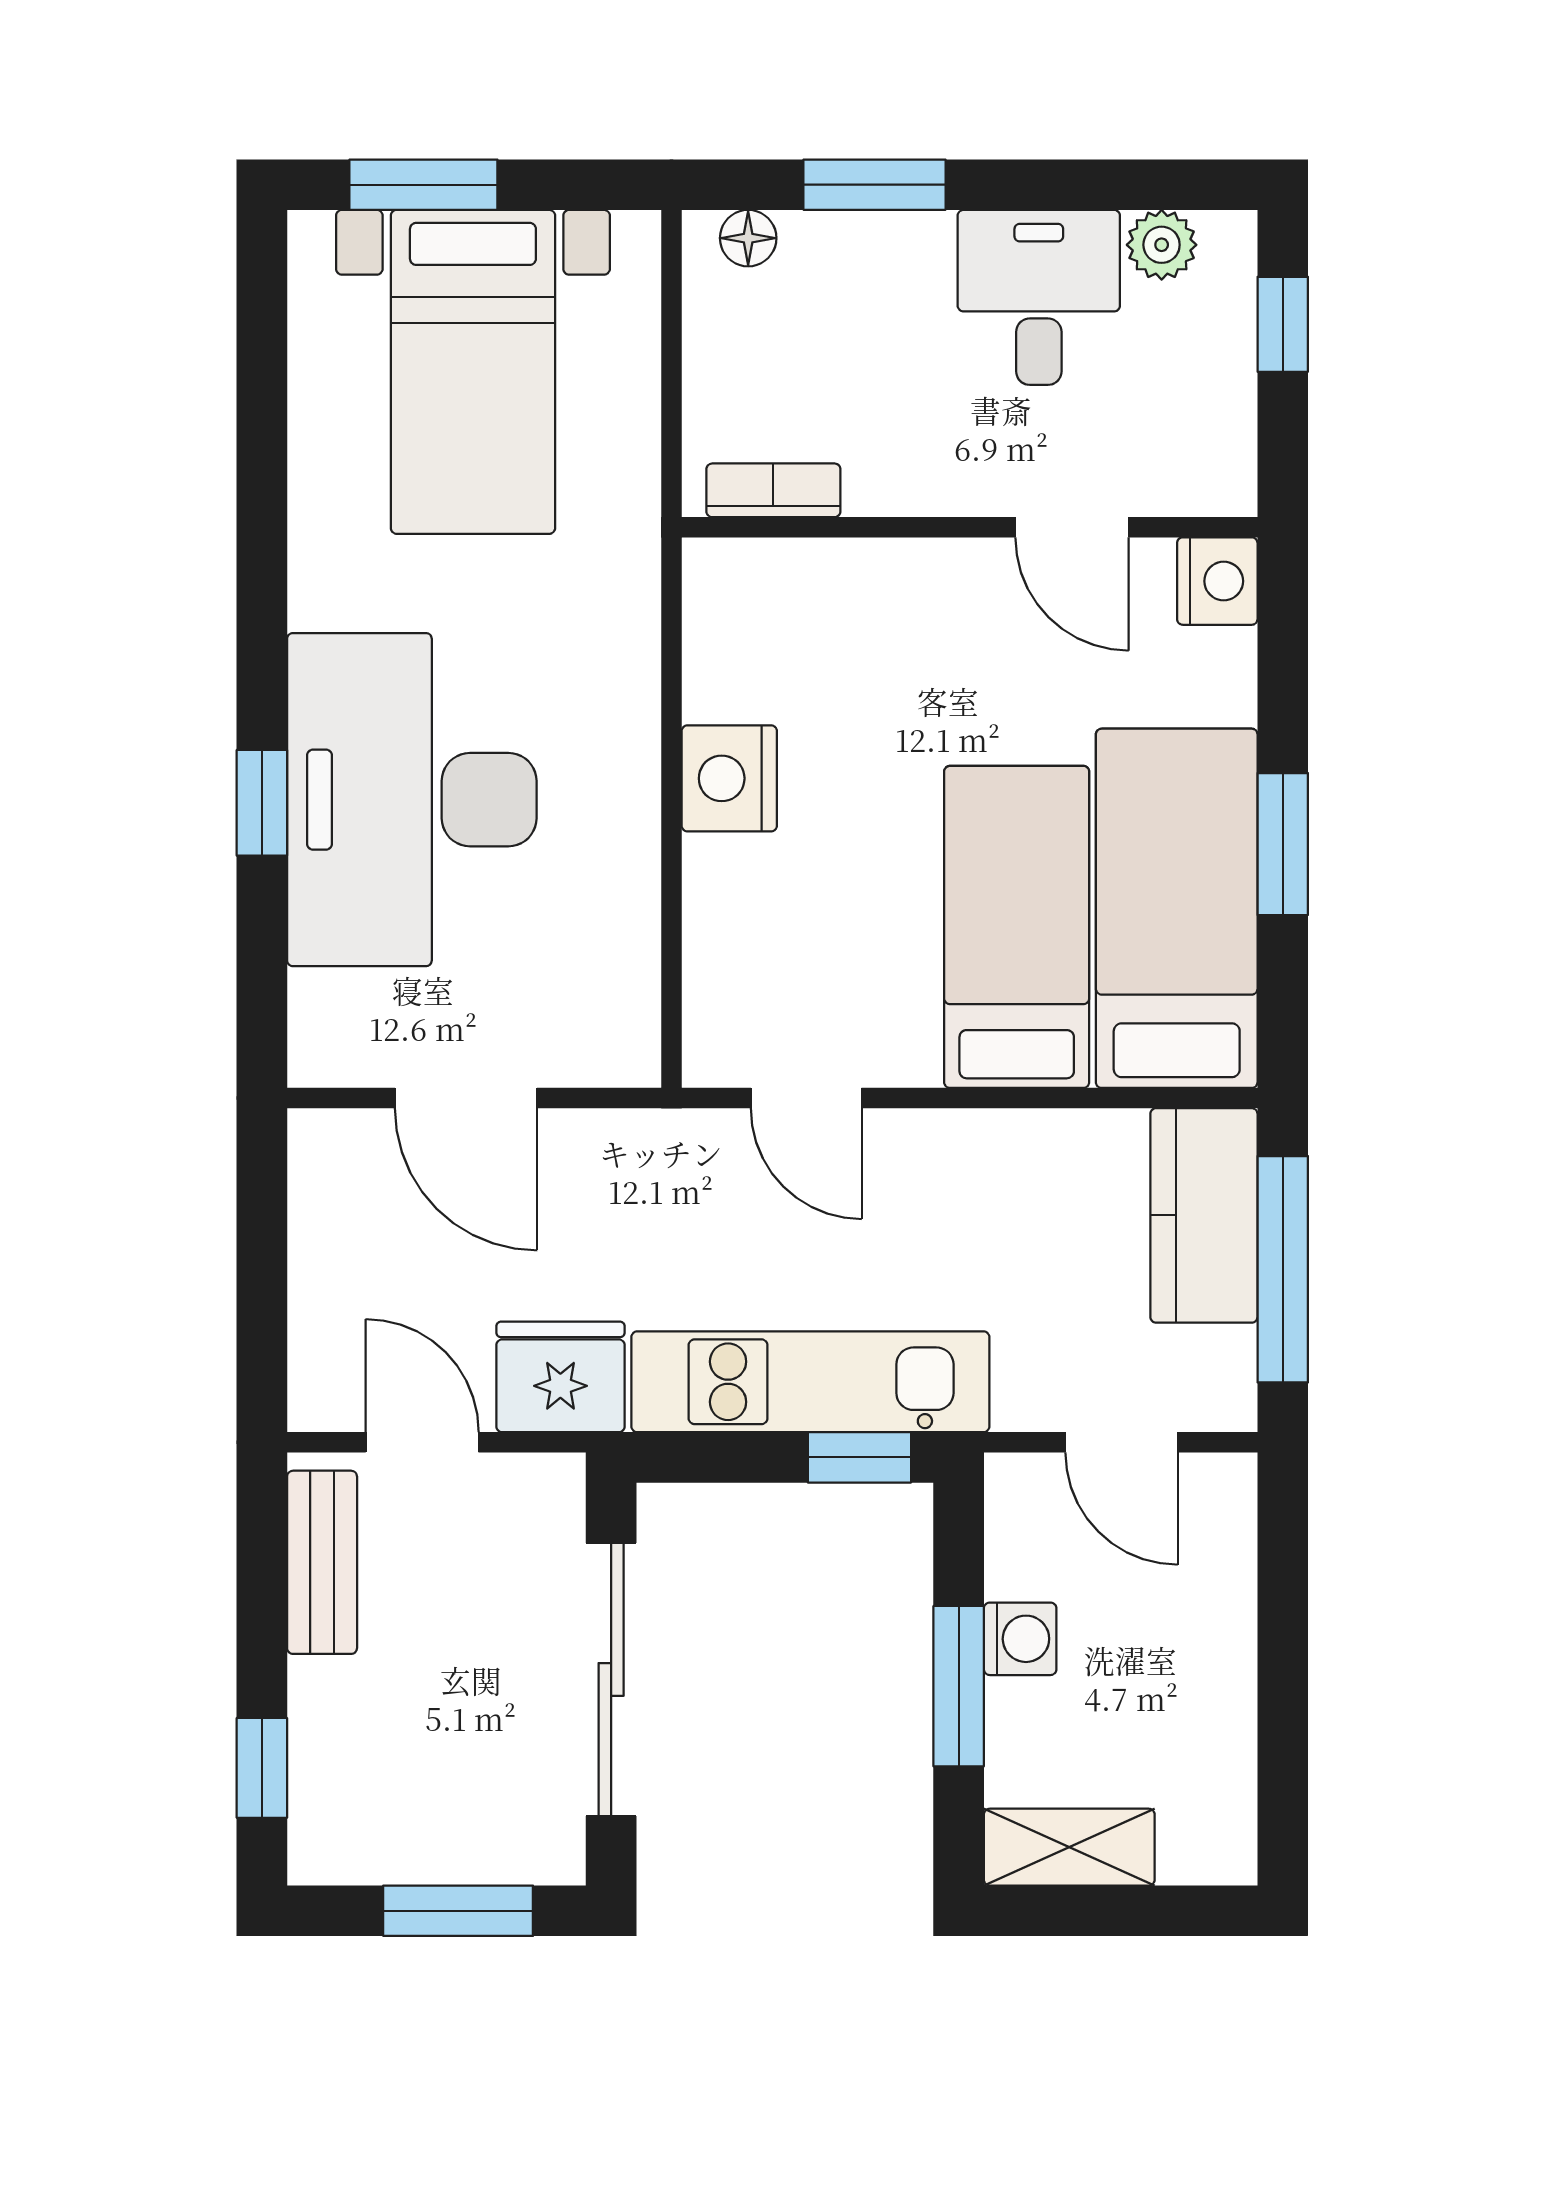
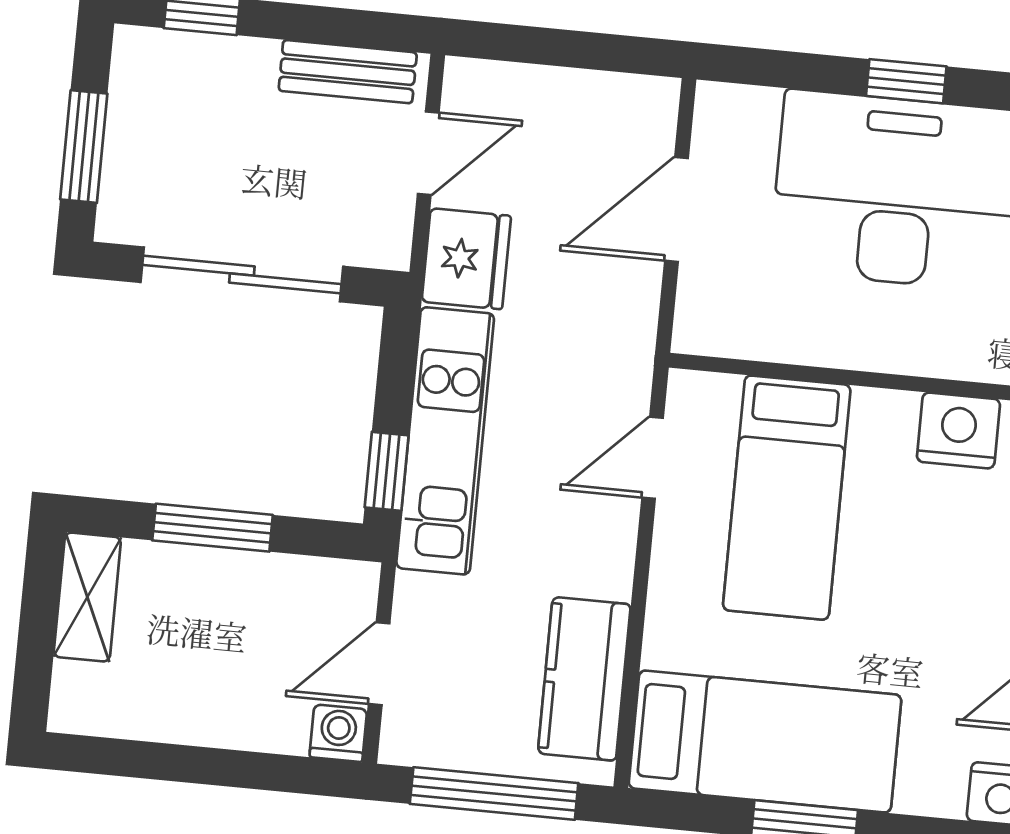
nightstand: (729, 778) -> (958, 430), moved
bed: (1017, 927) -> (787, 498), moved, turned 90
kitchen counter: (1204, 1215) -> (584, 679), moved, turned -90
washing machine: (1020, 1639) -> (338, 733), moved, turned 180

